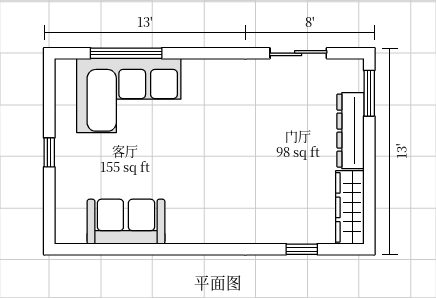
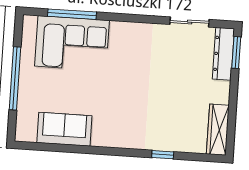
dresser: (351, 131) -> (223, 54), moved
window: (49, 152) -> (15, 78), width x3.17
window: (302, 249) -> (163, 155), moved

